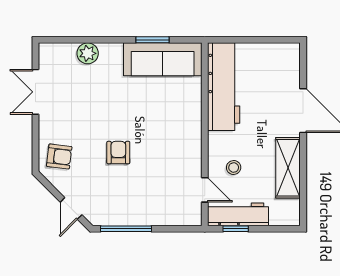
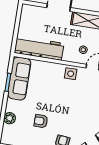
side table: (186, 151) -> (71, 74), added
armchair: (118, 153) -> (41, 121), moved

